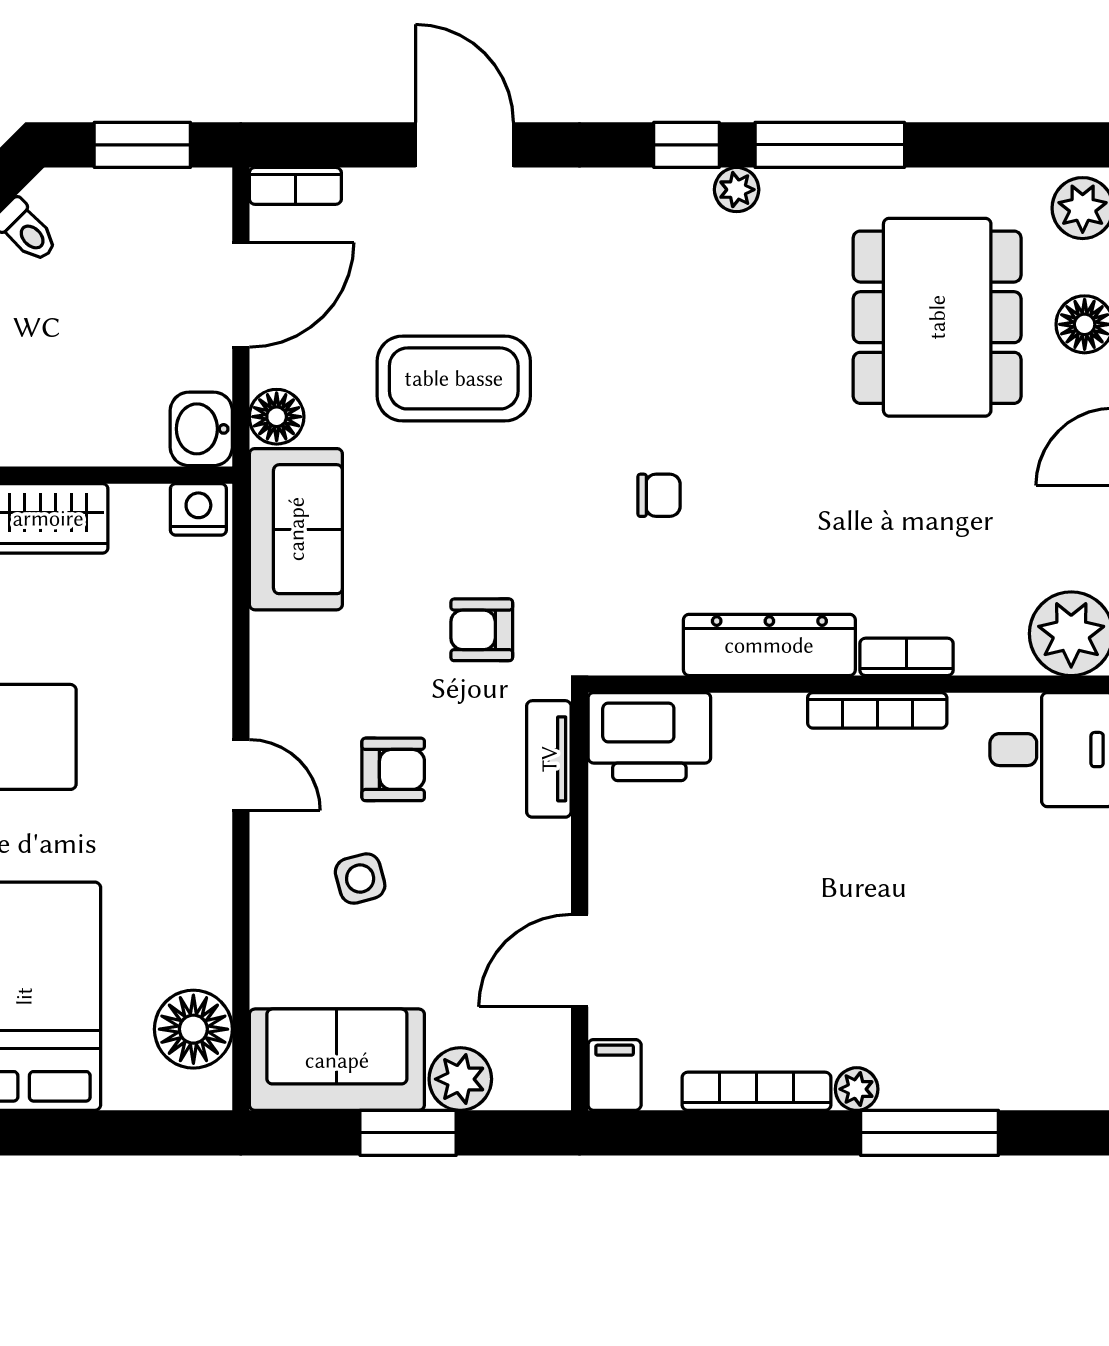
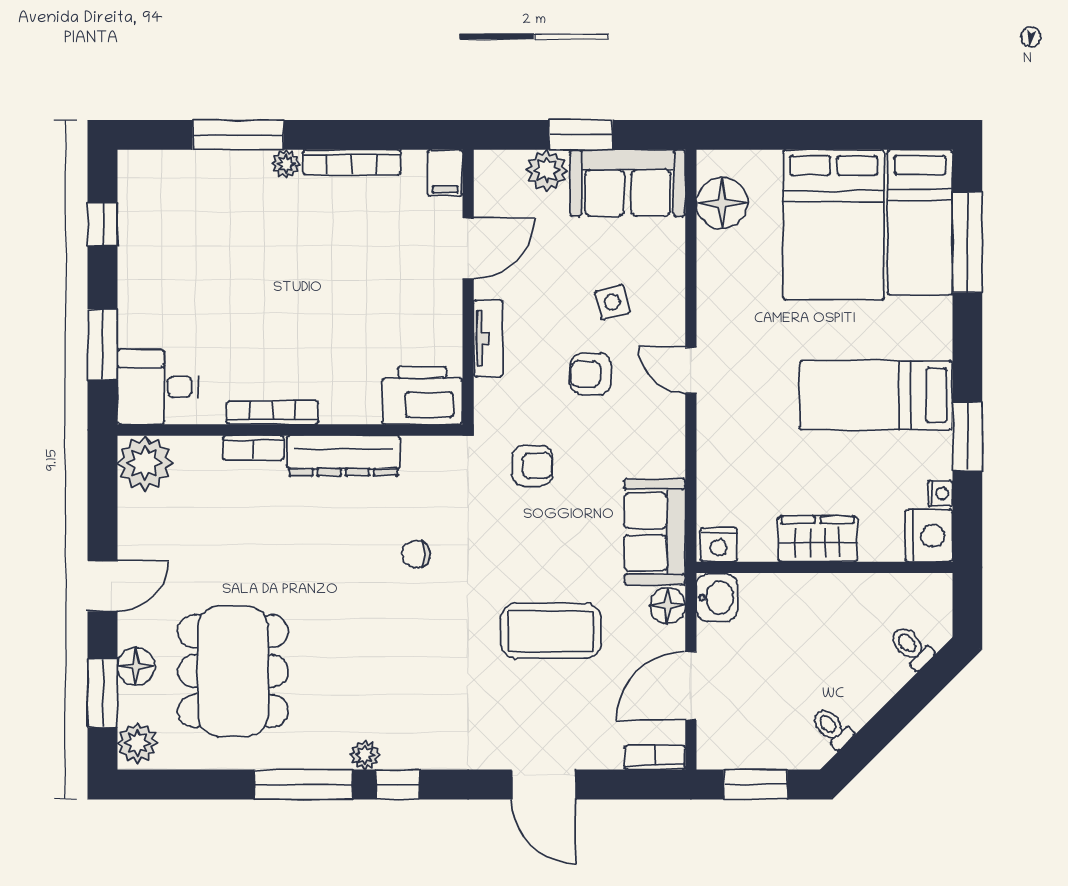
tv unit: (549, 759) -> (488, 338), moved

